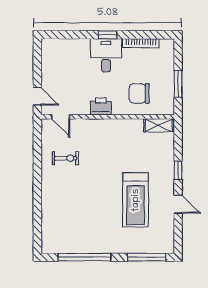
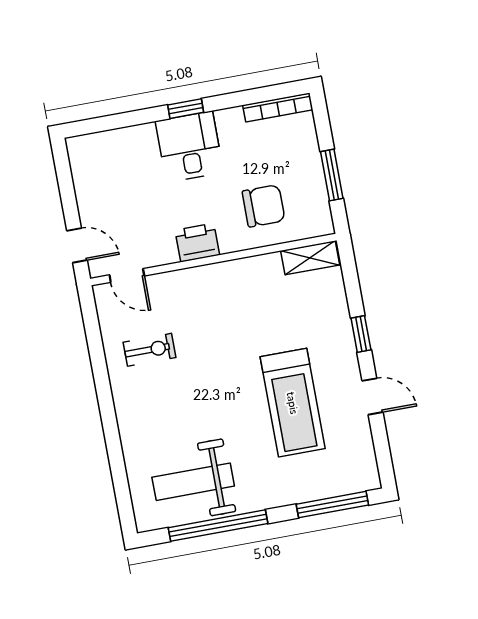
bookcase: (141, 43) -> (278, 107), moved
chair: (139, 93) -> (264, 206), turned 180
weight bench: (76, 232) -> (193, 482), added

